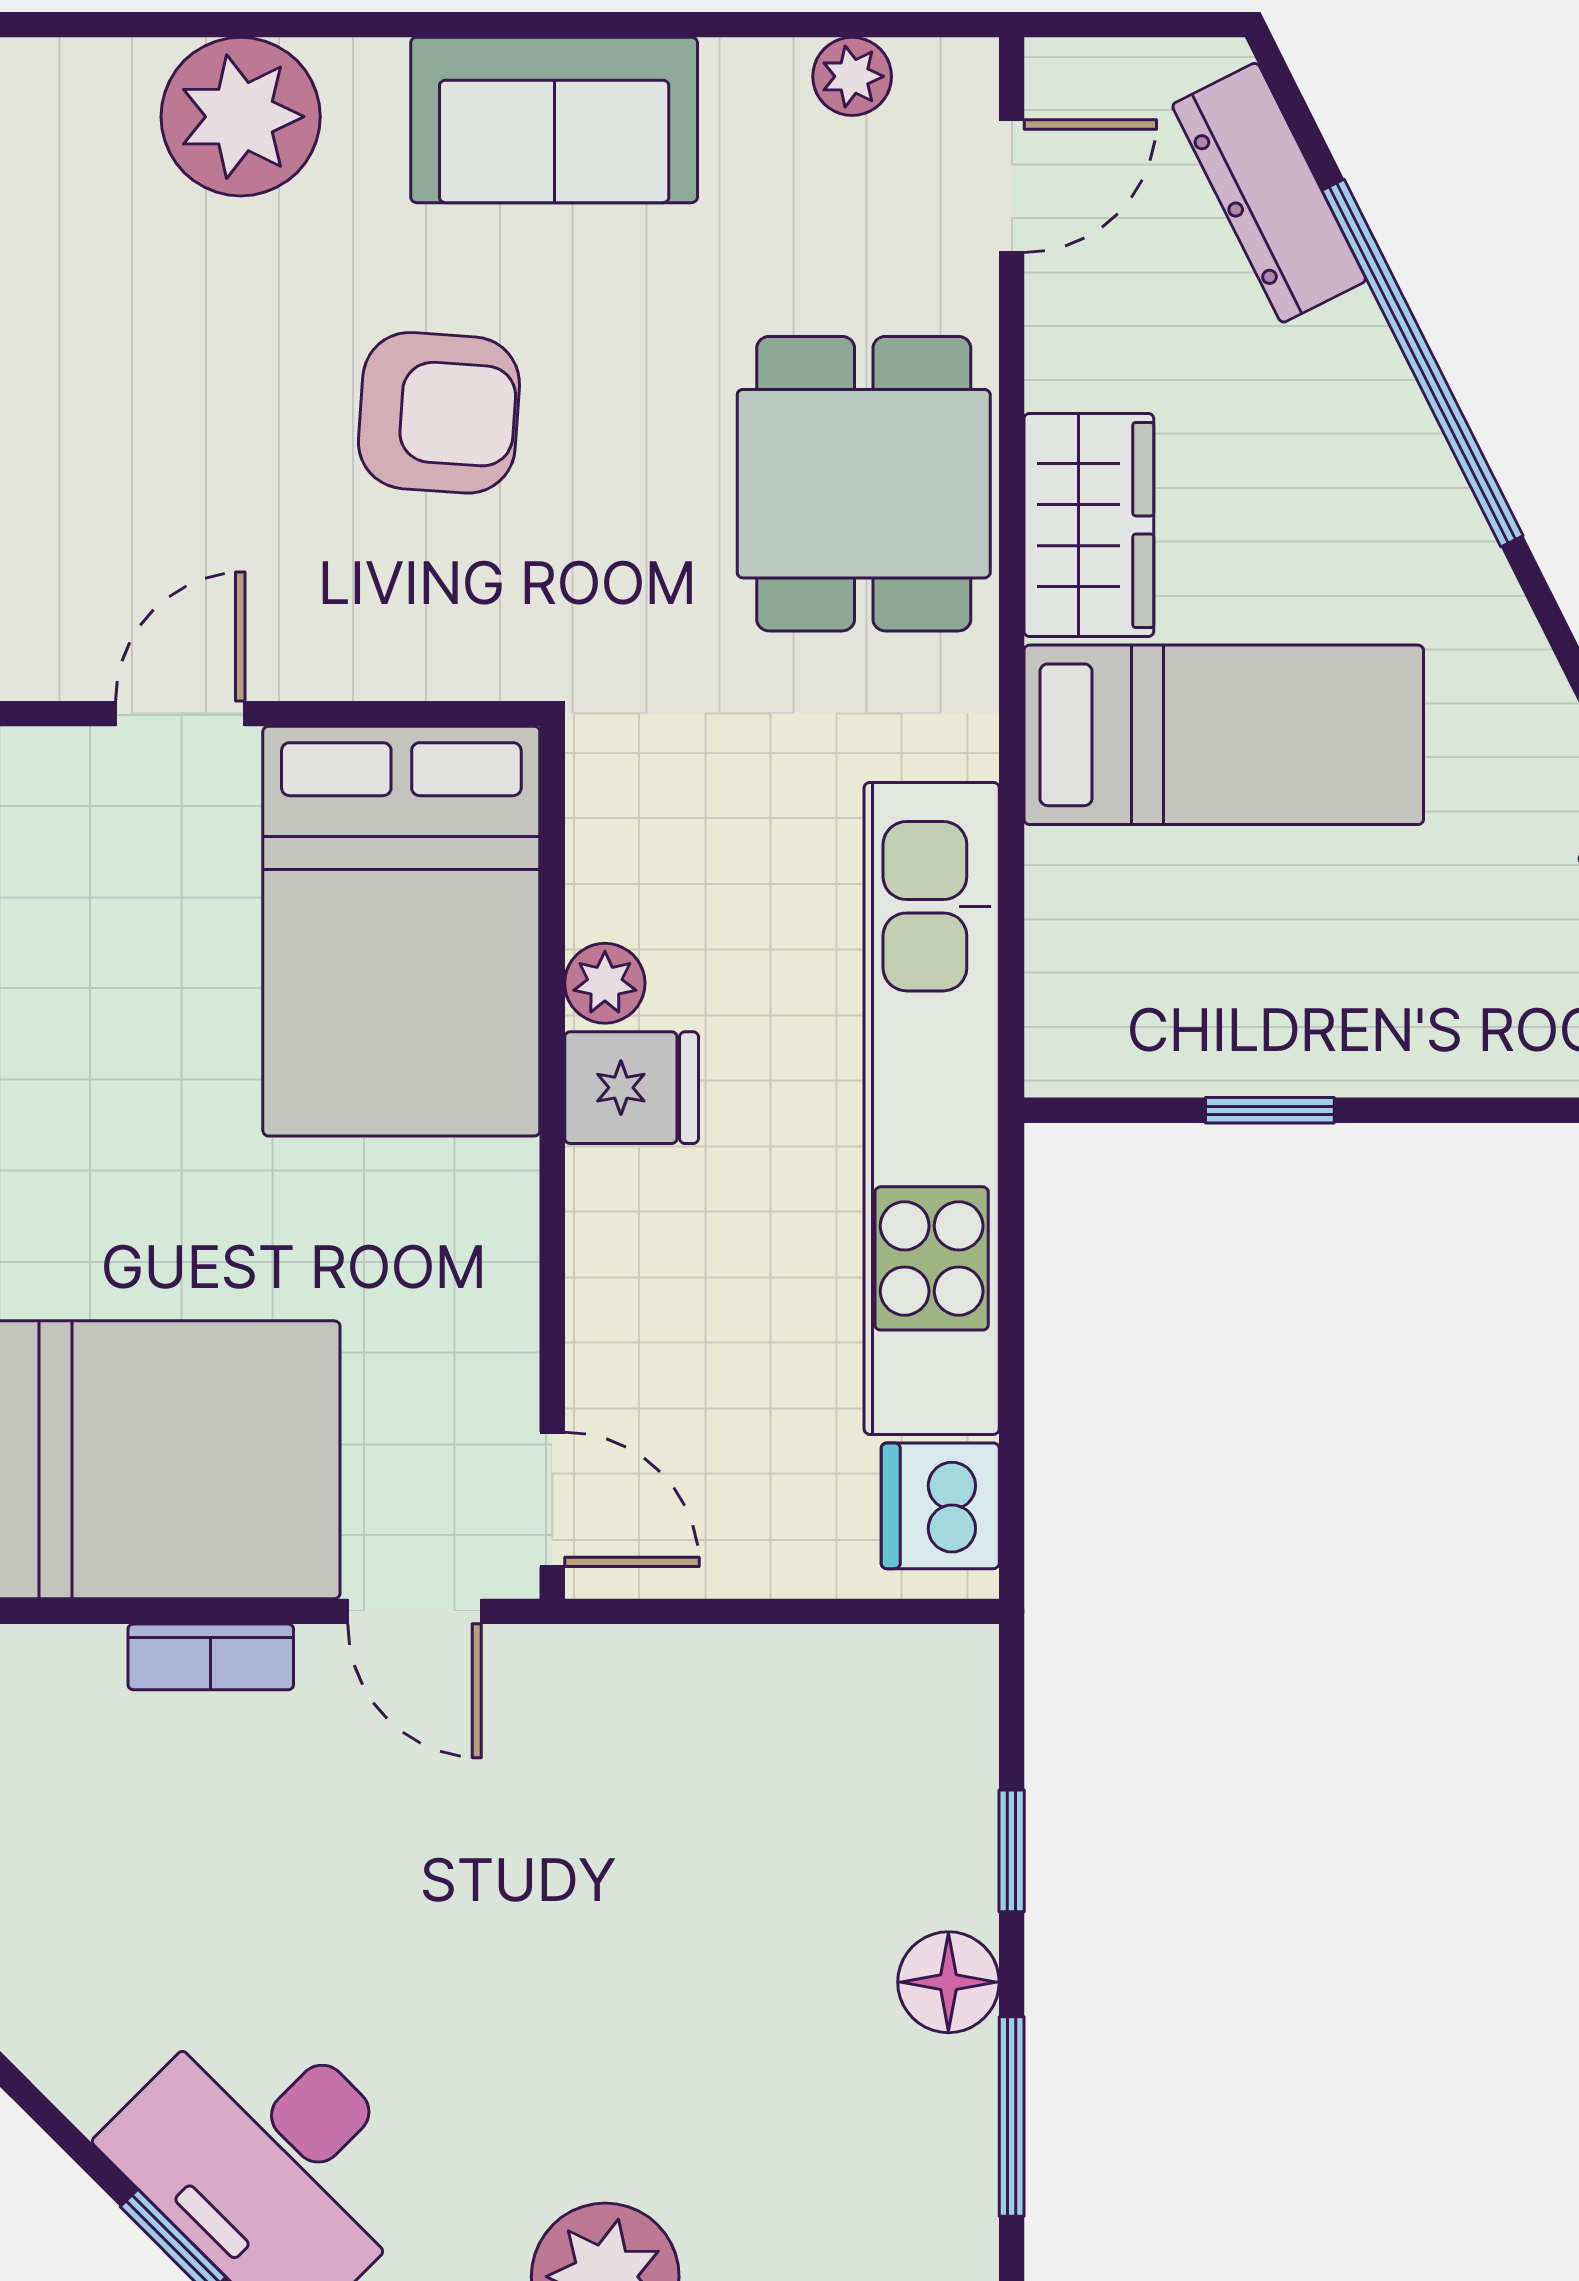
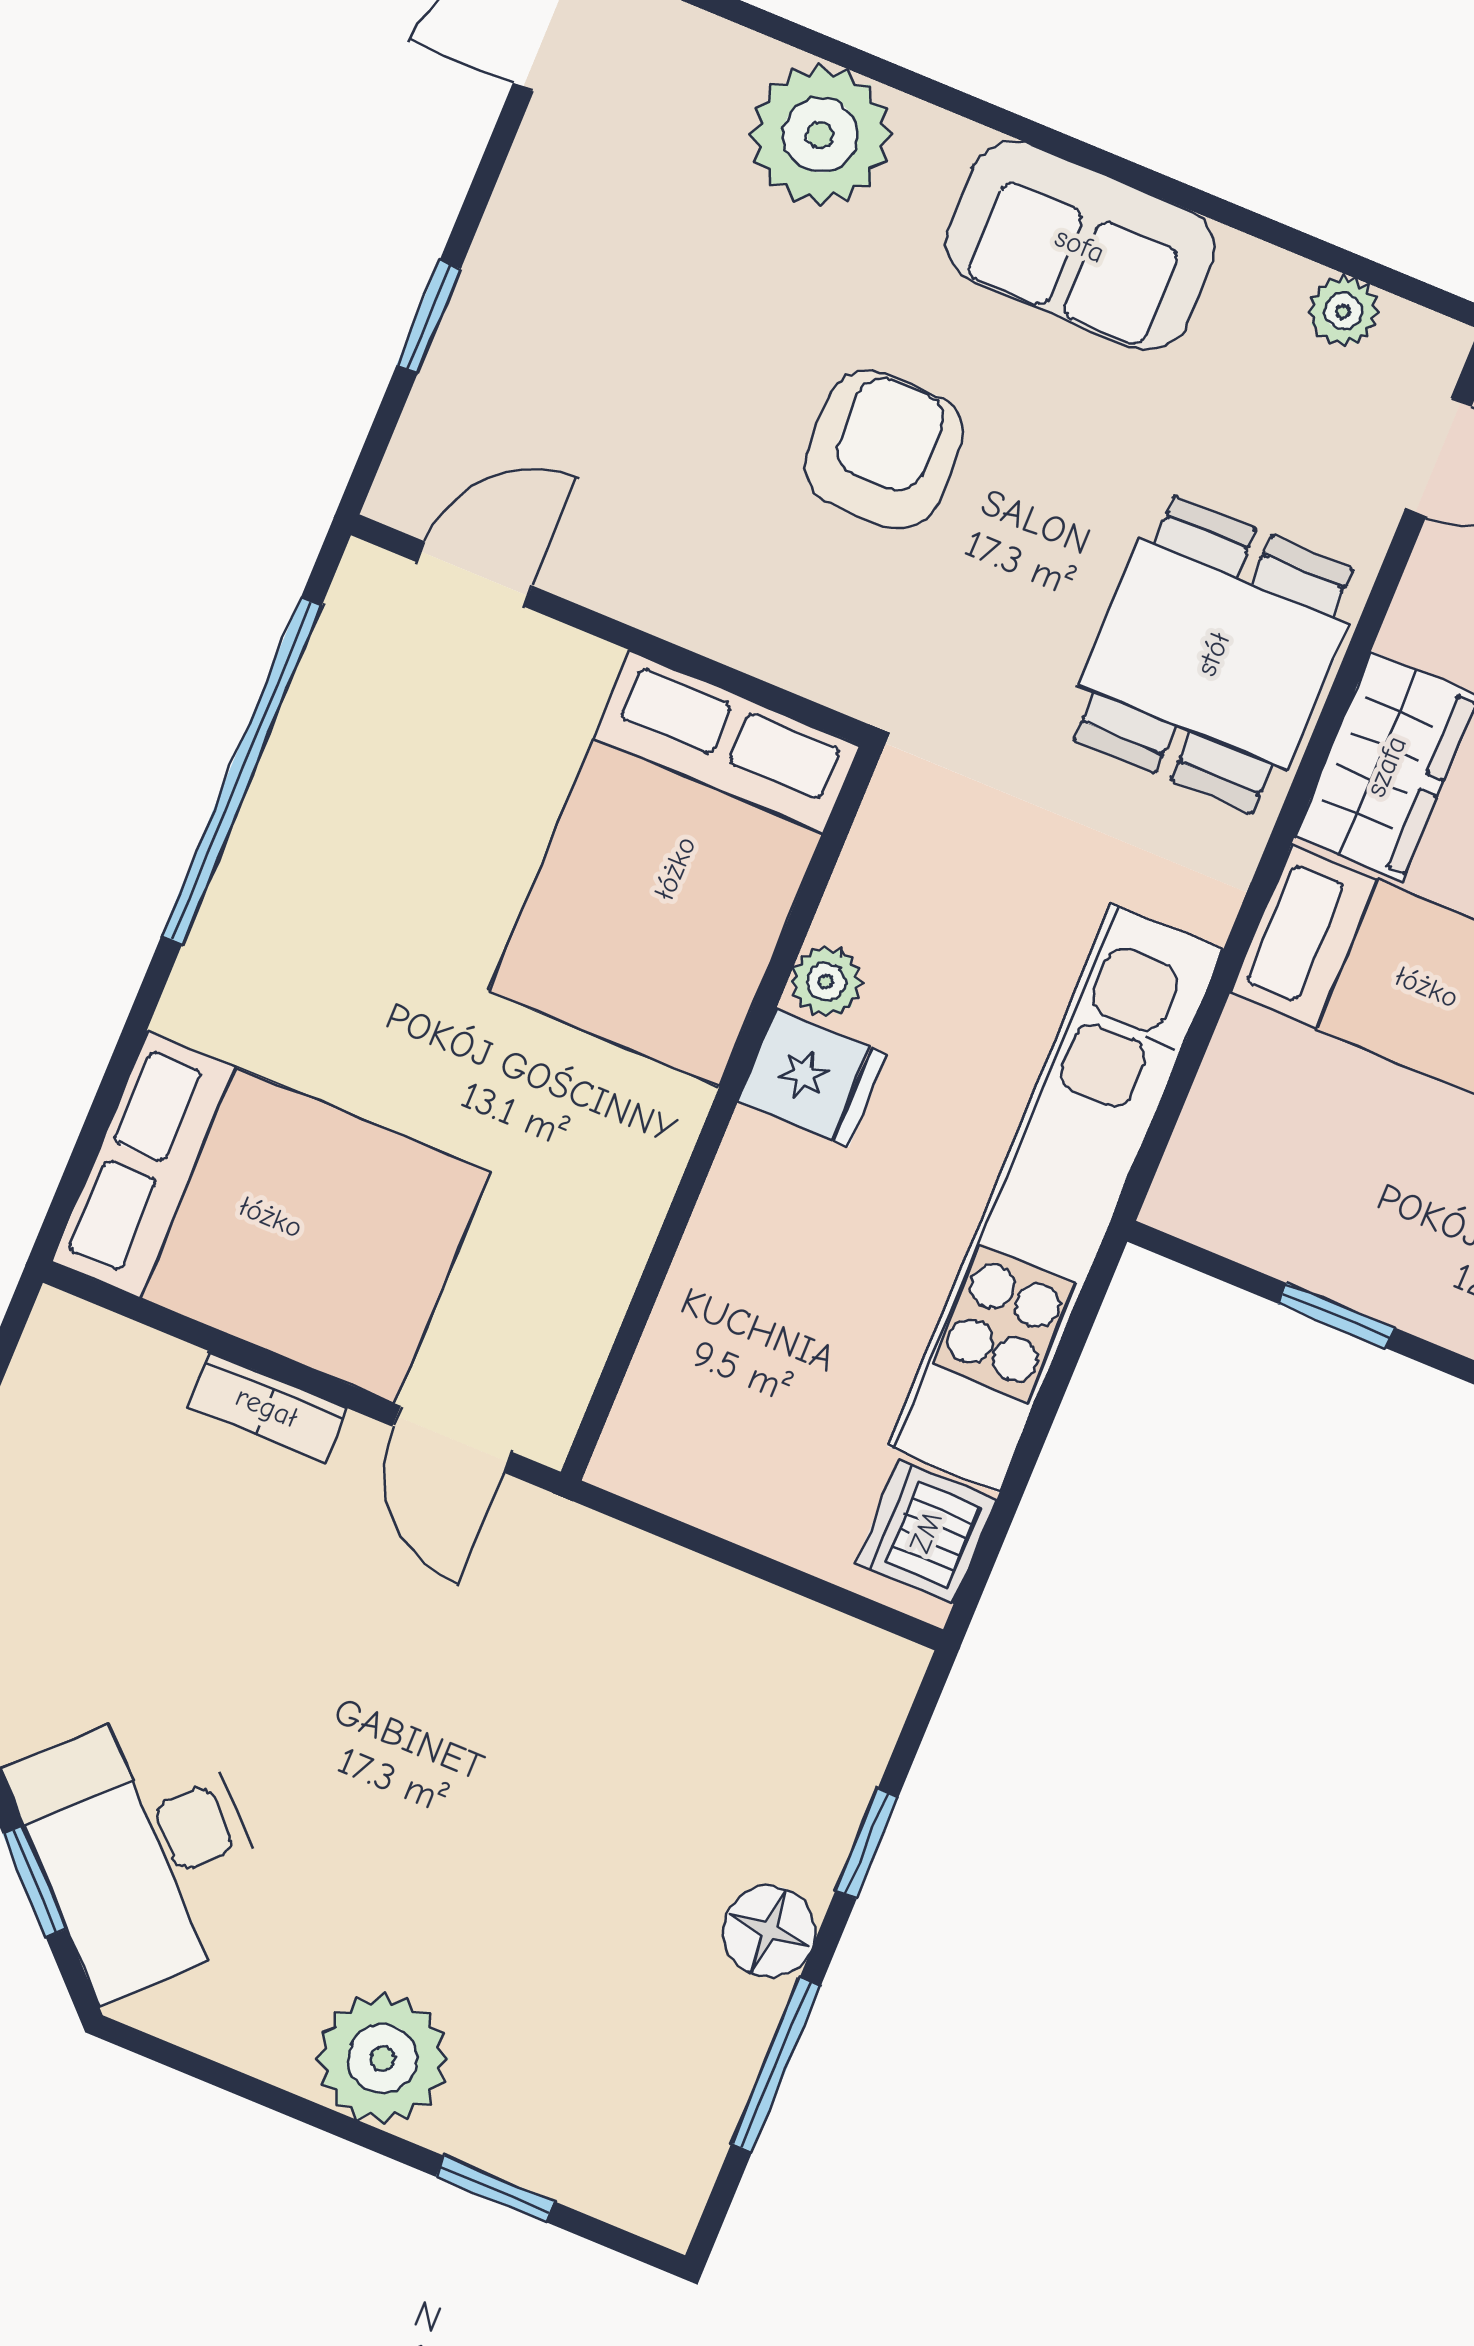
armchair: (439, 413) -> (884, 450), turned -94
door: (180, 714) -> (474, 574), moved
door: (552, 1499) -> (605, 1393), removed

